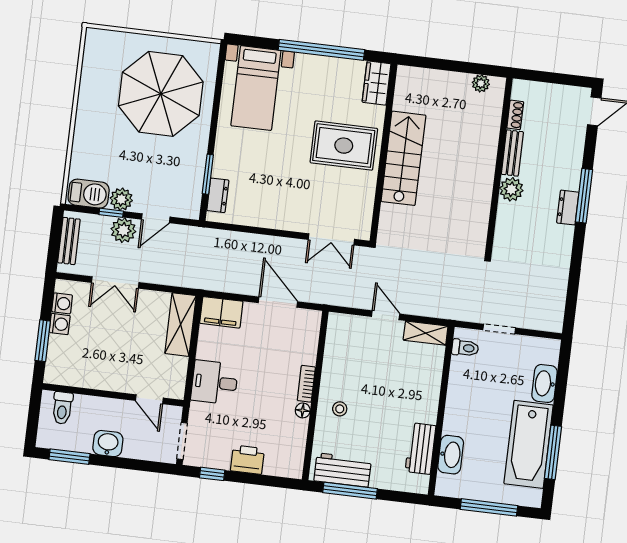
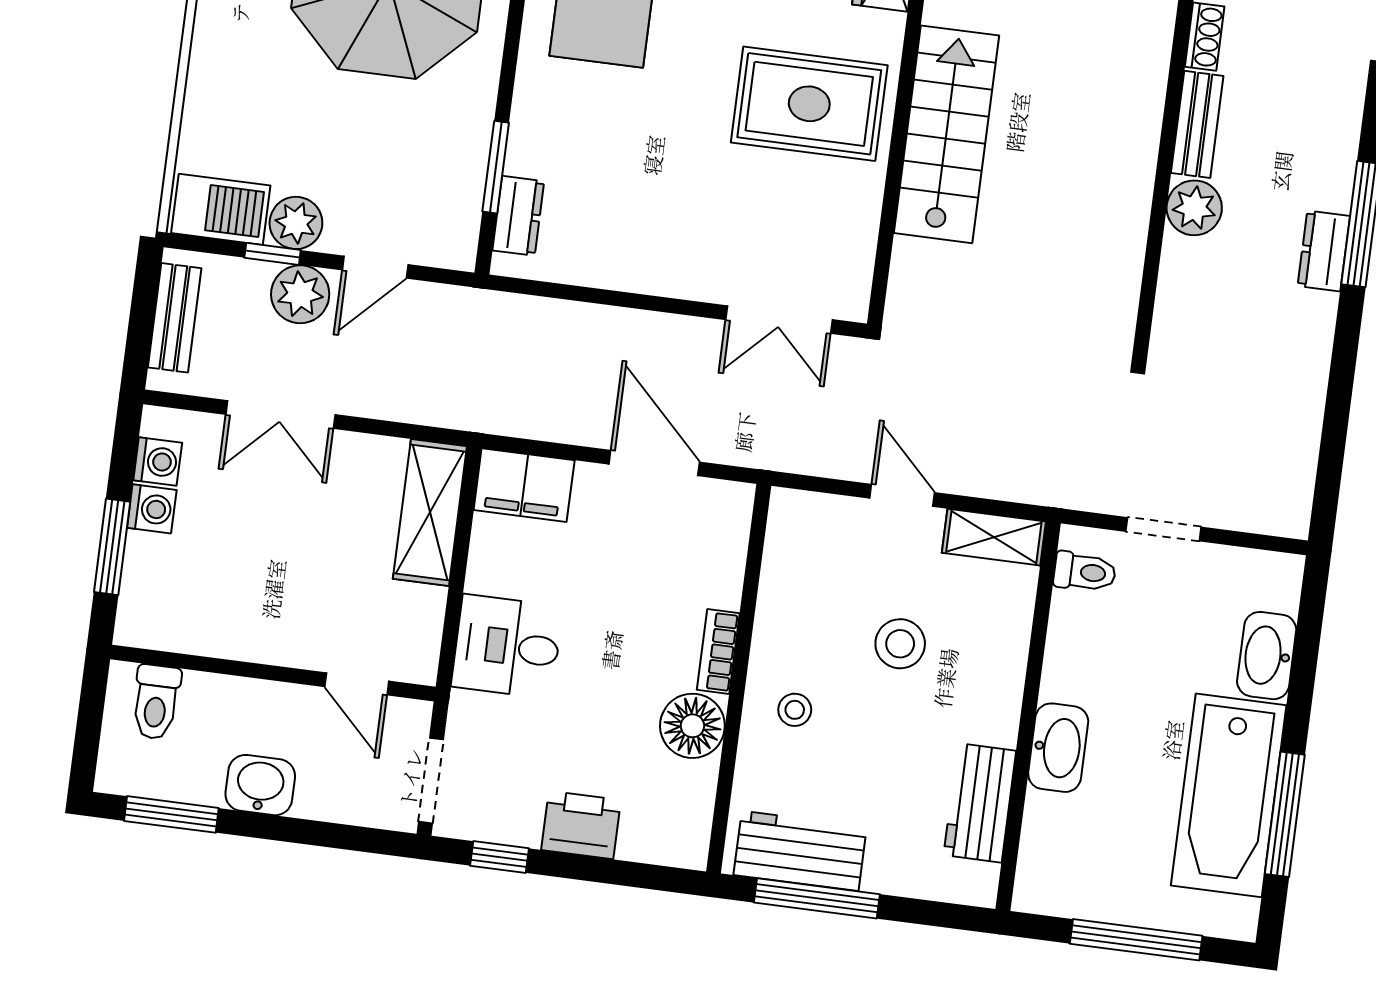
stool: (385, 380) -> (900, 644), added
floor lamp: (303, 410) -> (692, 726), width x1.89, depth x1.89
washbasin: (451, 455) -> (1058, 748), moved

